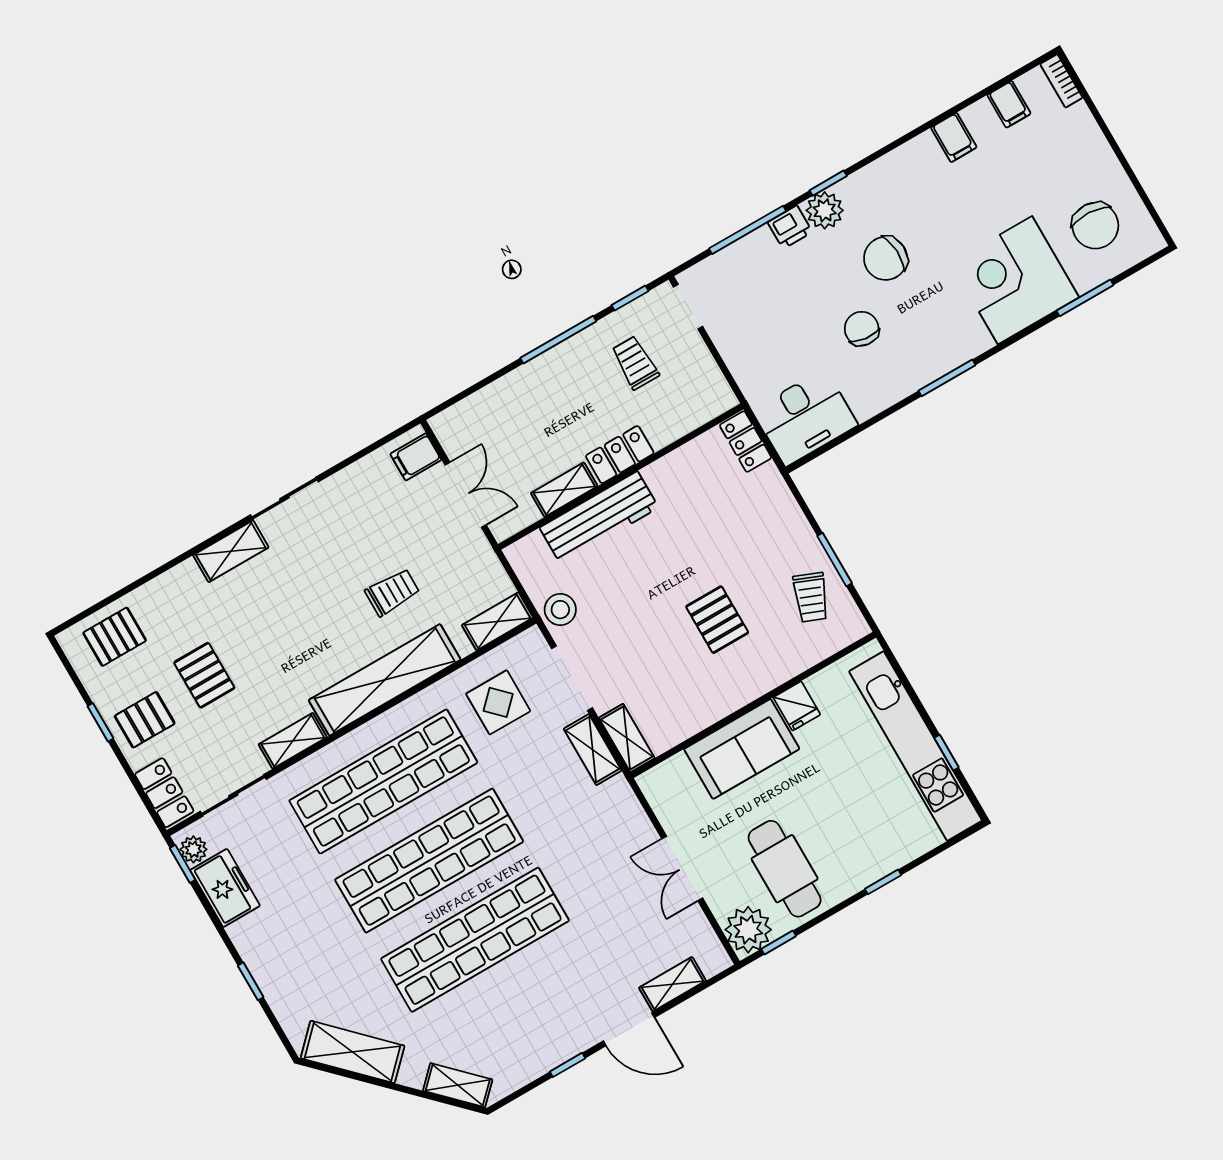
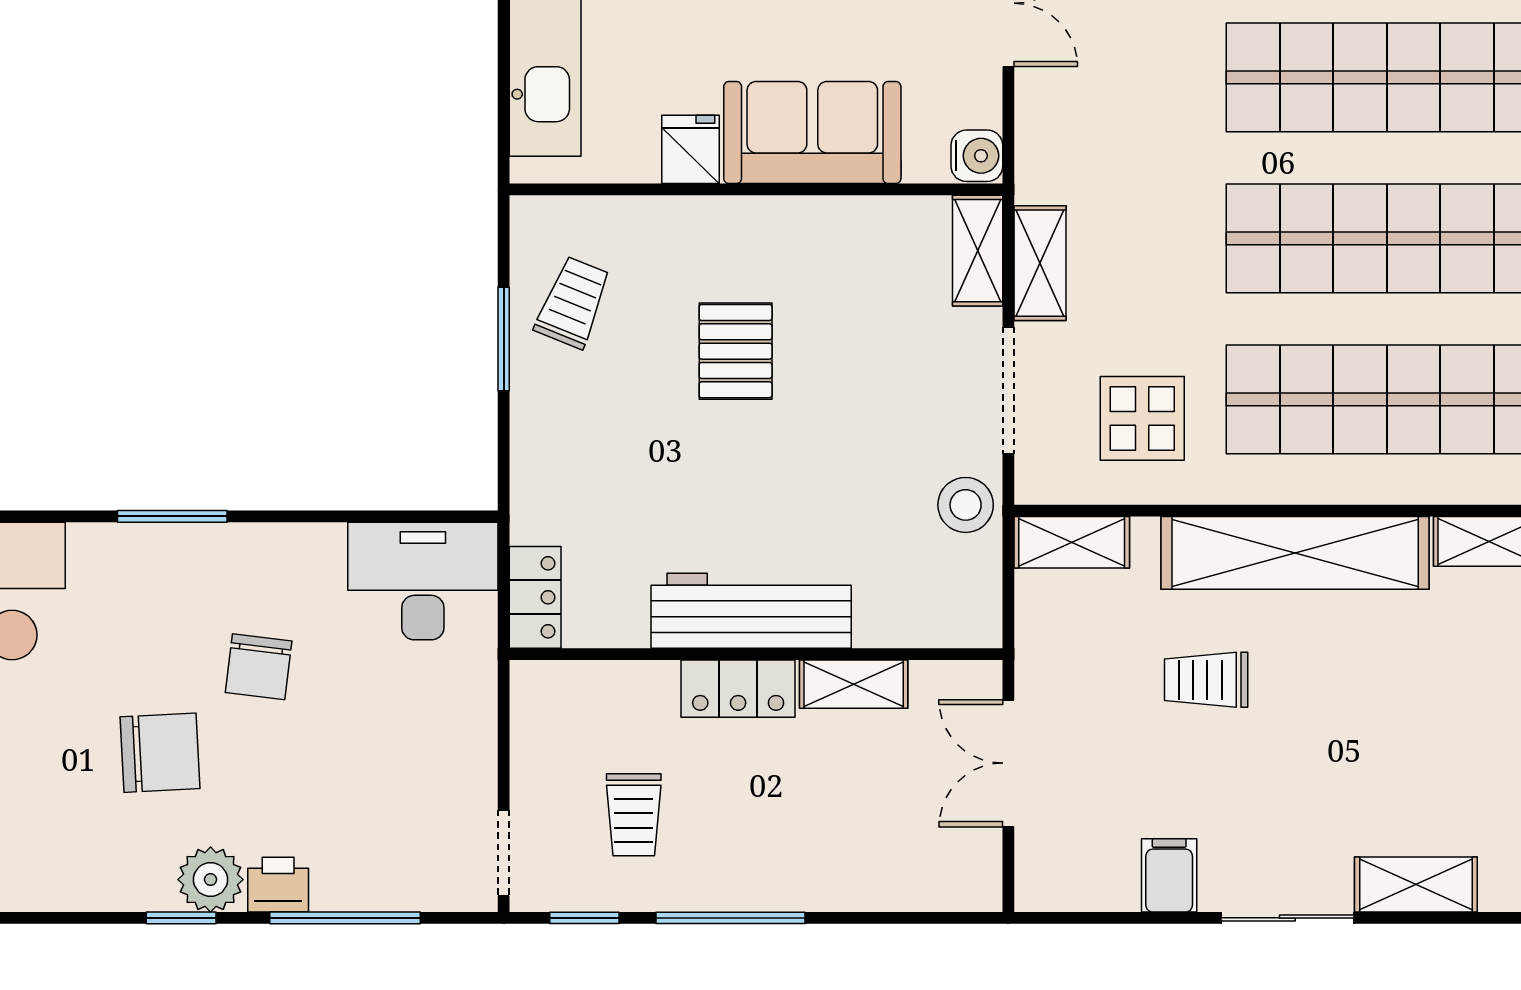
filing cabinet: (416, 457) -> (1169, 875), moved, turned -90
workbench: (599, 518) -> (751, 611), moved
water cooler: (654, 784) -> (977, 156), added

